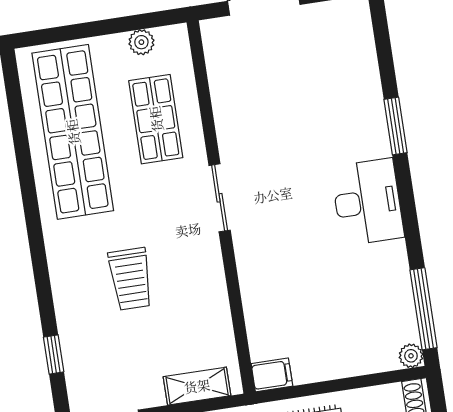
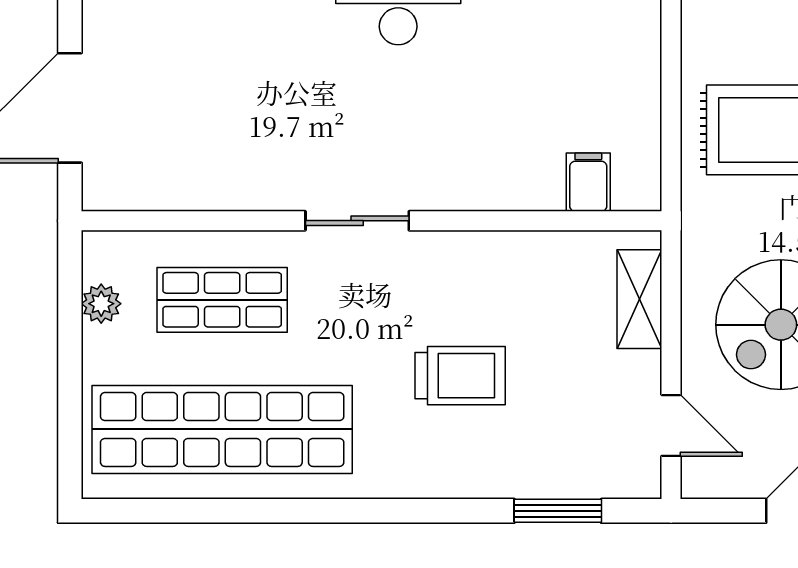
window: (54, 355) -> (558, 511), width x1.50
filing cabinet: (272, 375) -> (588, 182), moved

